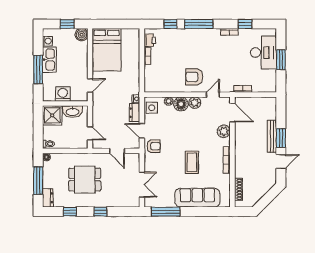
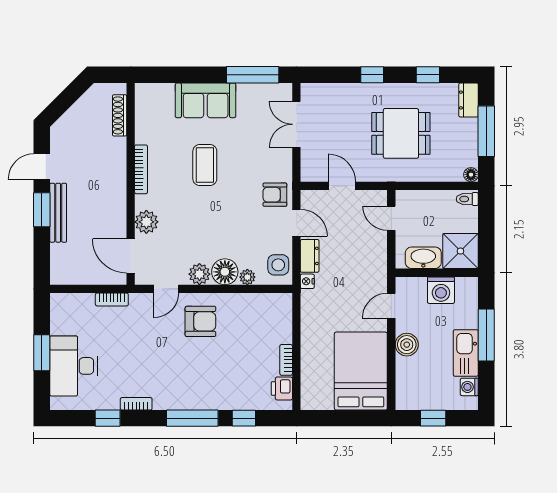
boiler: (82, 35) -> (407, 345), moved
sofa: (197, 198) -> (206, 100), width x0.73

